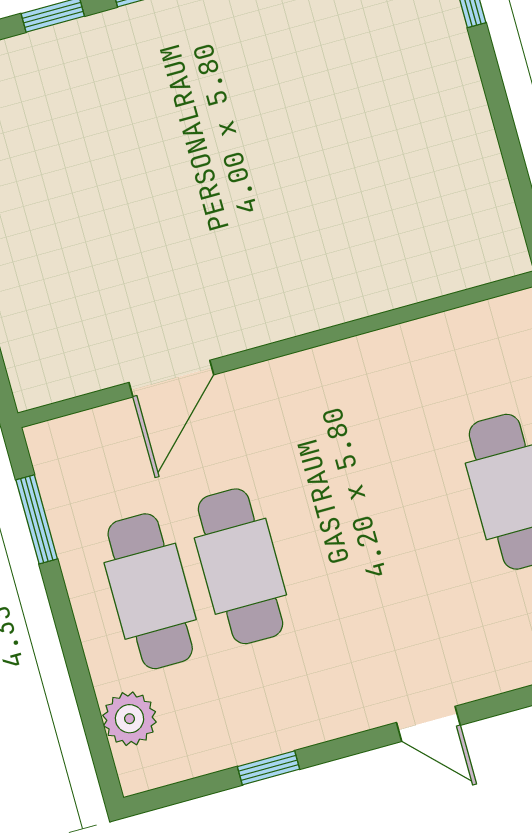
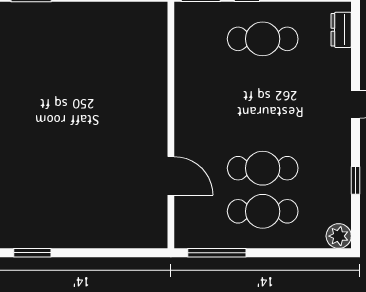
window: (37, 519) -> (217, 253), width x1.44
plant: (130, 719) -> (339, 236), moved

